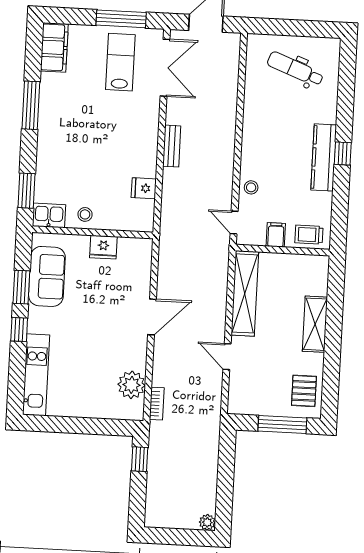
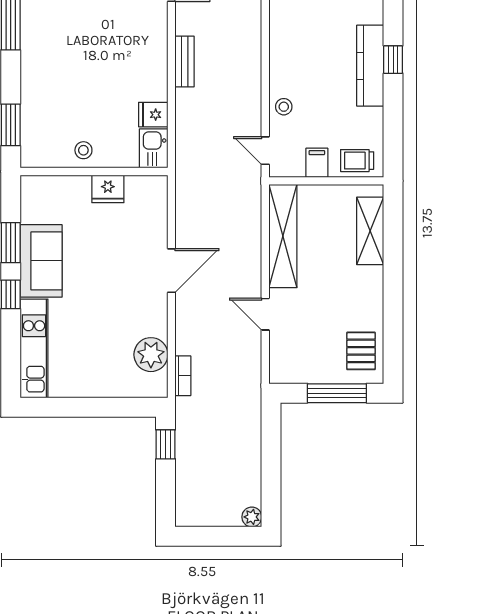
kitchen sink: (49, 215) -> (154, 148), moved, turned -90
sofa: (47, 276) -> (41, 261), moved
shelving: (315, 324) -> (370, 231), moved

